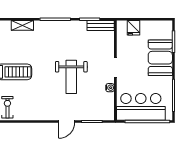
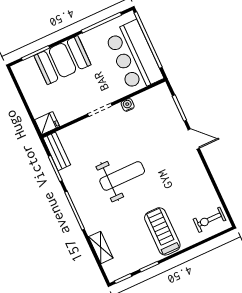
fridge: (134, 28) -> (47, 123), moved
weight bench: (71, 77) -> (122, 176), moved

